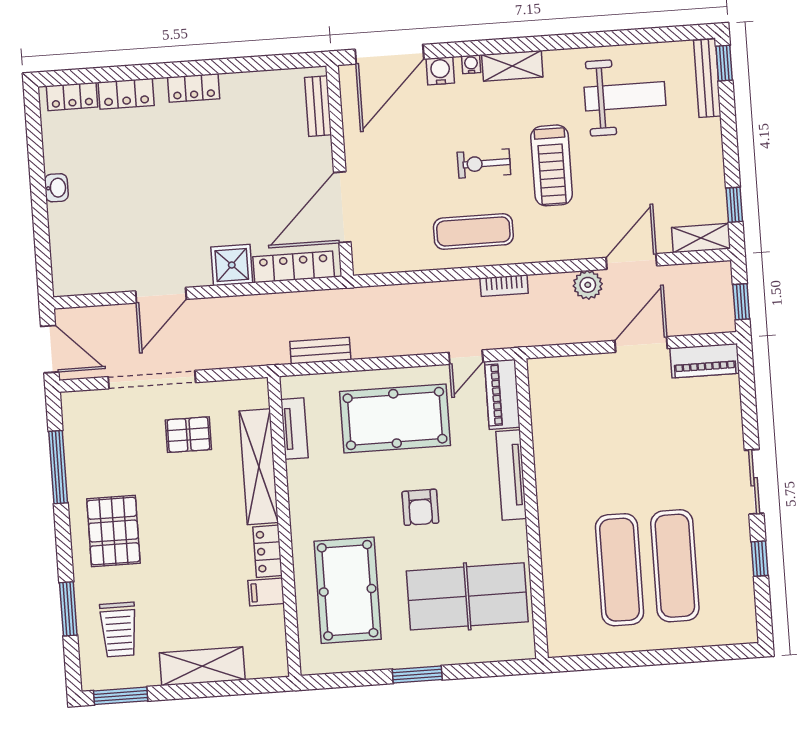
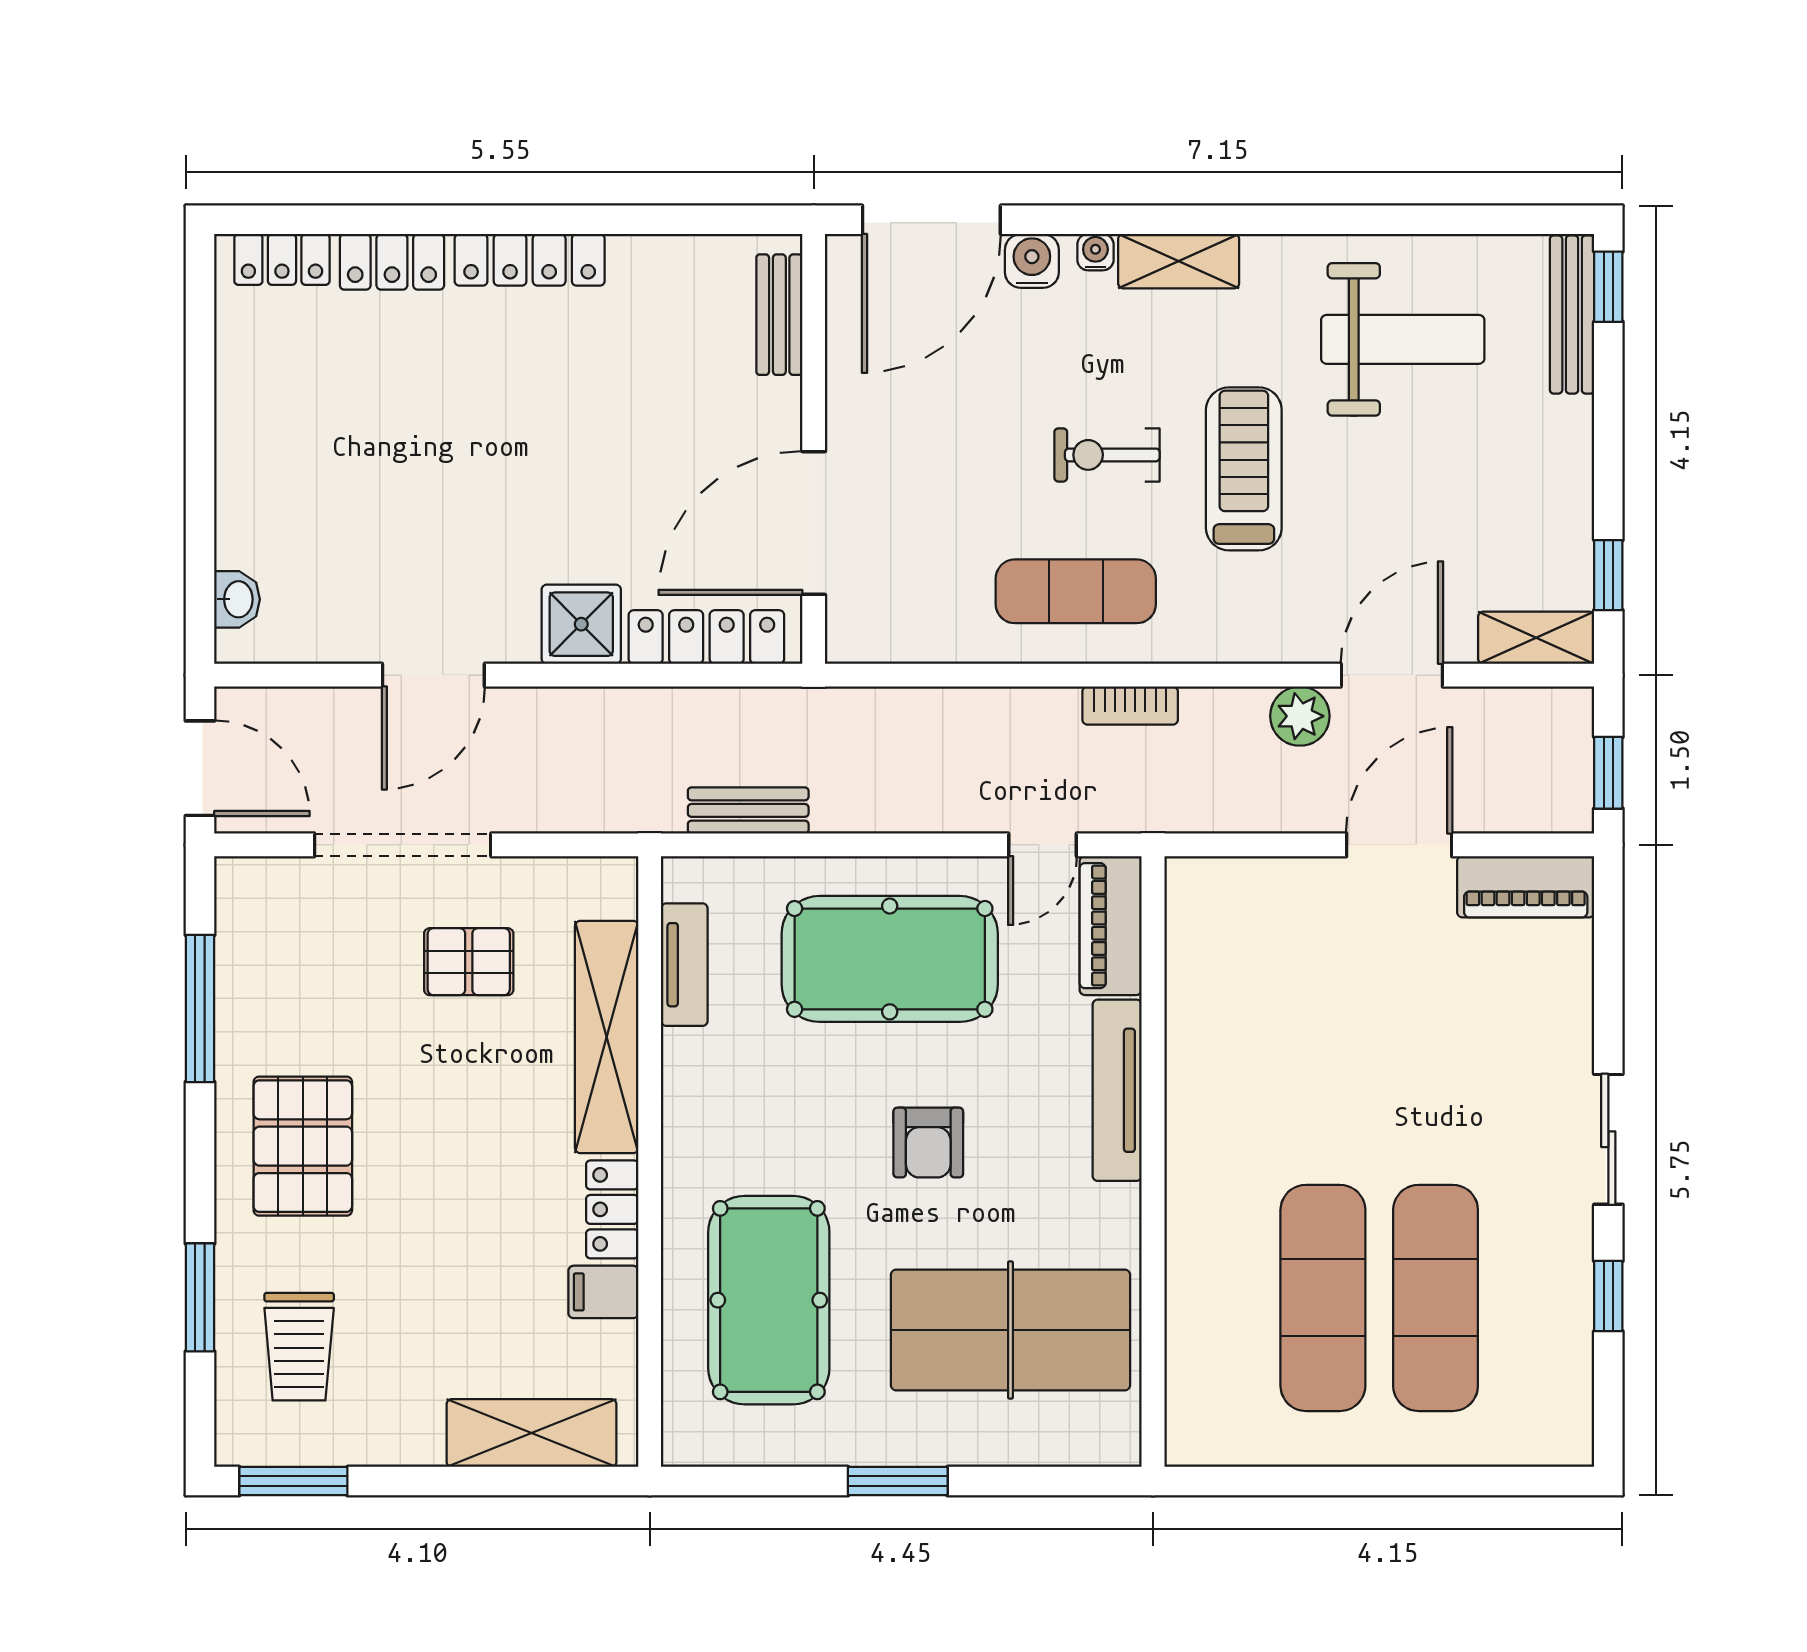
locker: (194, 88) -> (530, 260), width x1.53
treadmill: (552, 165) -> (1244, 469), turned 180
washbasin: (56, 188) -> (237, 599), moved
shelving: (202, 666) -> (532, 1433), moved

